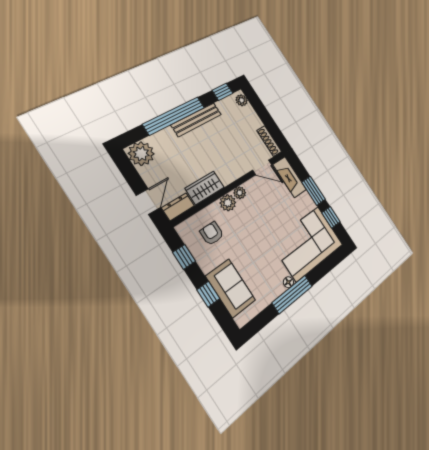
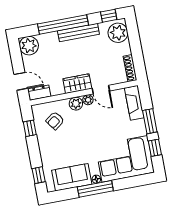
plant: (242, 100) -> (118, 33), width x1.88, depth x1.88
door: (262, 167) -> (101, 90), moved
wardrobe: (205, 188) -> (77, 84), moved
door: (148, 202) -> (21, 81), hinge flipped
armchair: (212, 233) -> (55, 121), turned -126
sofa: (231, 288) -> (72, 177), moved, turned -90
window: (208, 294) -> (39, 175), moved

